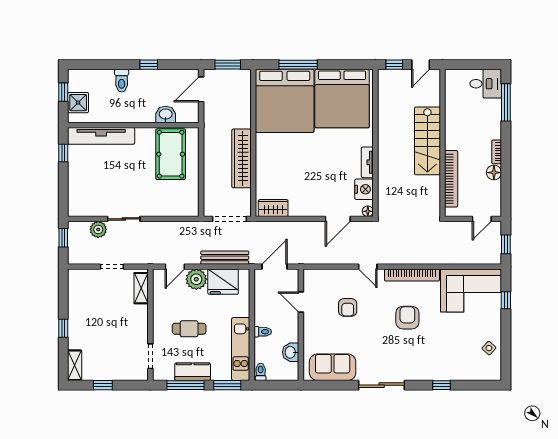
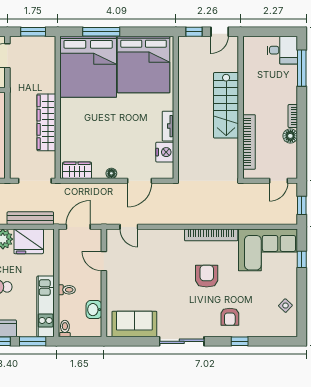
floor lamp: (368, 211) -> (111, 173), moved
door: (368, 267) -> (129, 227), moved
armchair: (348, 307) -> (230, 317), moved

